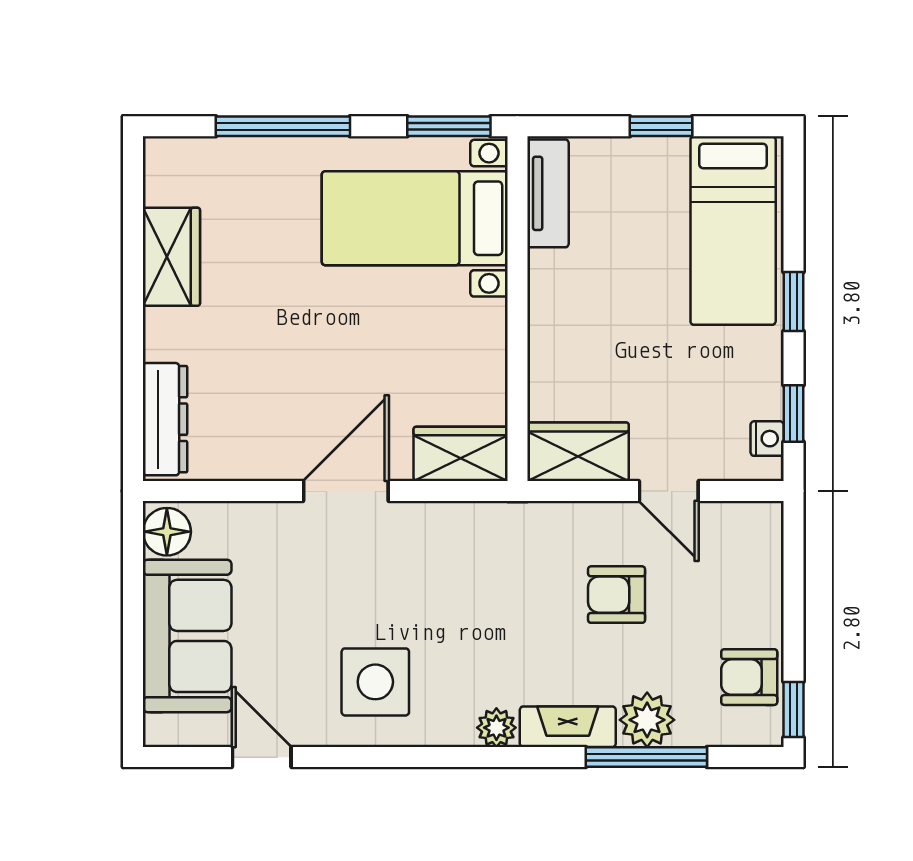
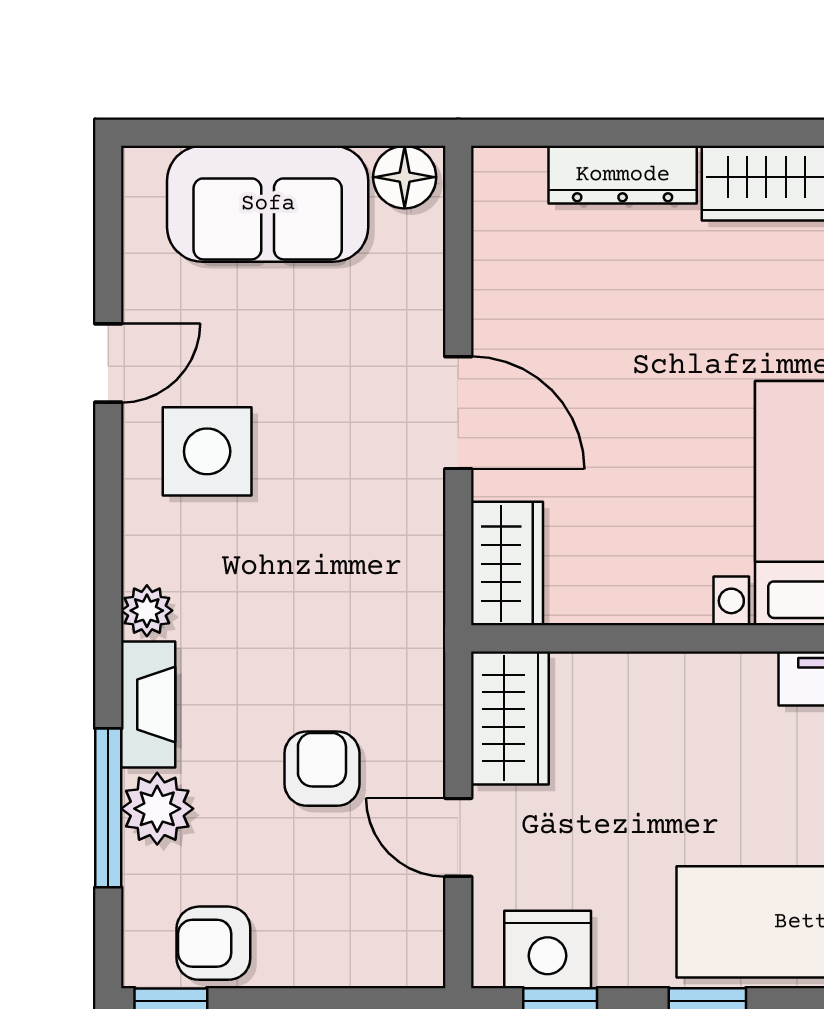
dresser: (165, 419) -> (623, 175), moved
nightstand: (767, 439) -> (548, 950), width x1.89, depth x1.79
door: (669, 491) -> (458, 837), hinge flipped
armchair: (749, 677) -> (213, 943), turned -90
door: (262, 757) -> (108, 363), moved

